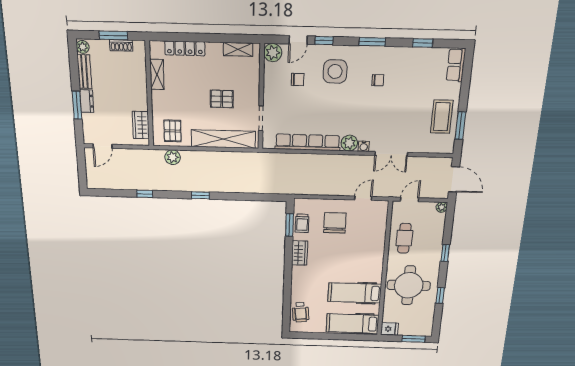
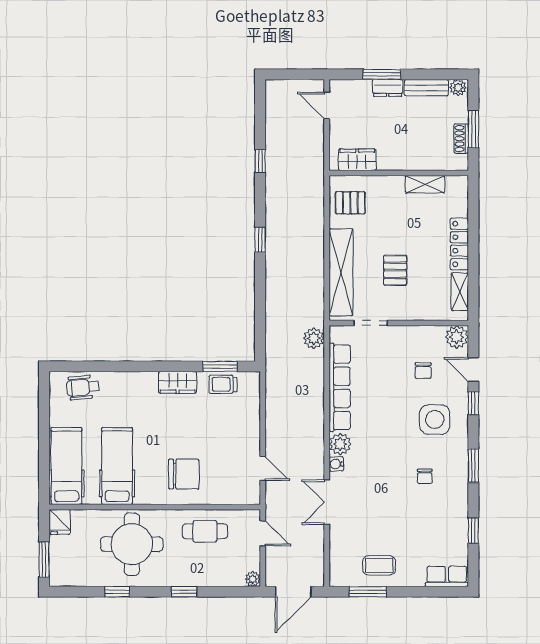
locker: (185, 48) -> (459, 244), moved
coffee table: (442, 117) -> (379, 565), width x0.73, depth x0.77
plant: (173, 157) -> (314, 338), moved
chair: (335, 223) -> (184, 474), moved

